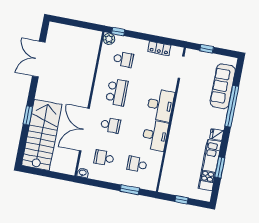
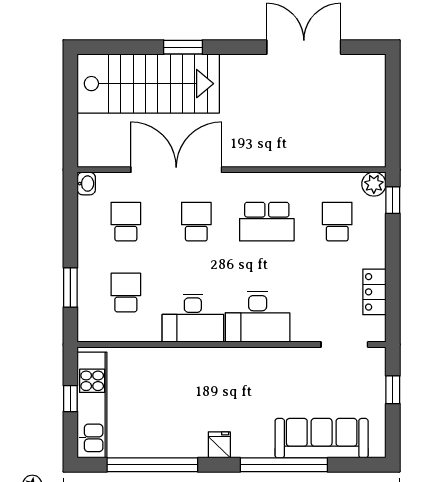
school desk: (123, 59) -> (337, 222), turned 180
school desk: (110, 125) -> (196, 222), turned 180
kitchen unit: (210, 165) -> (92, 405), moved, turned 90
window: (220, 168) -> (152, 465), width x2.11

